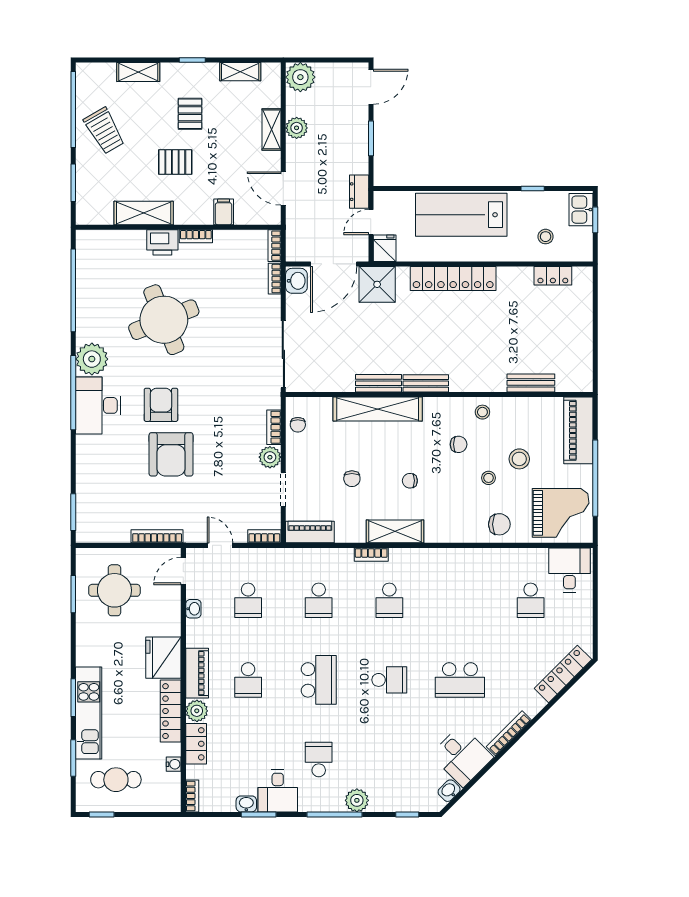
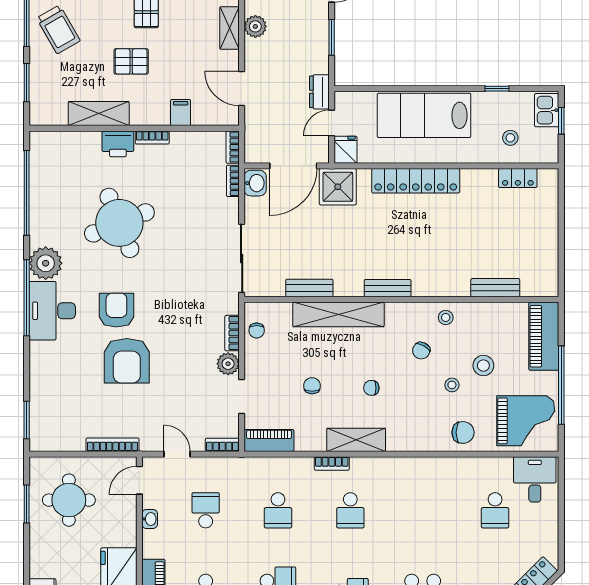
bench: (378, 383) -> (309, 288), moved
chair: (459, 444) -> (421, 351), turned 118
chair: (352, 479) -> (312, 386), turned 180
school desk: (248, 600) -> (206, 510), turned 180

